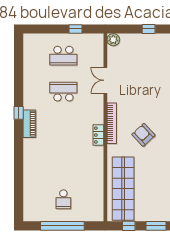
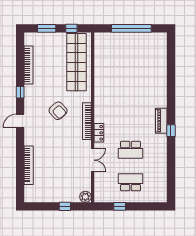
window: (149, 29) -> (65, 206), moved
locker: (98, 135) -> (99, 133), moved
school desk: (63, 199) -> (131, 52), removed

